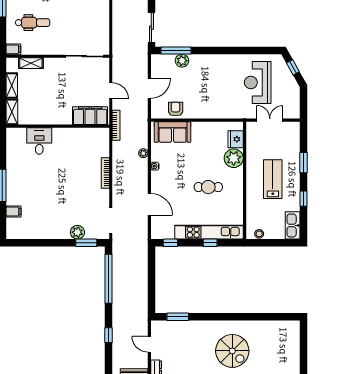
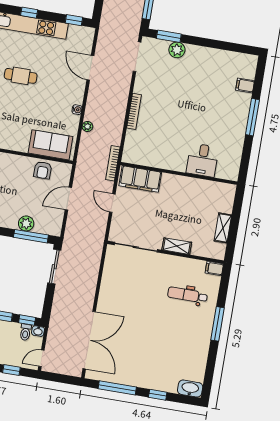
shelving: (31, 63) -> (177, 246), moved
shelving: (12, 112) -> (228, 198), removed

